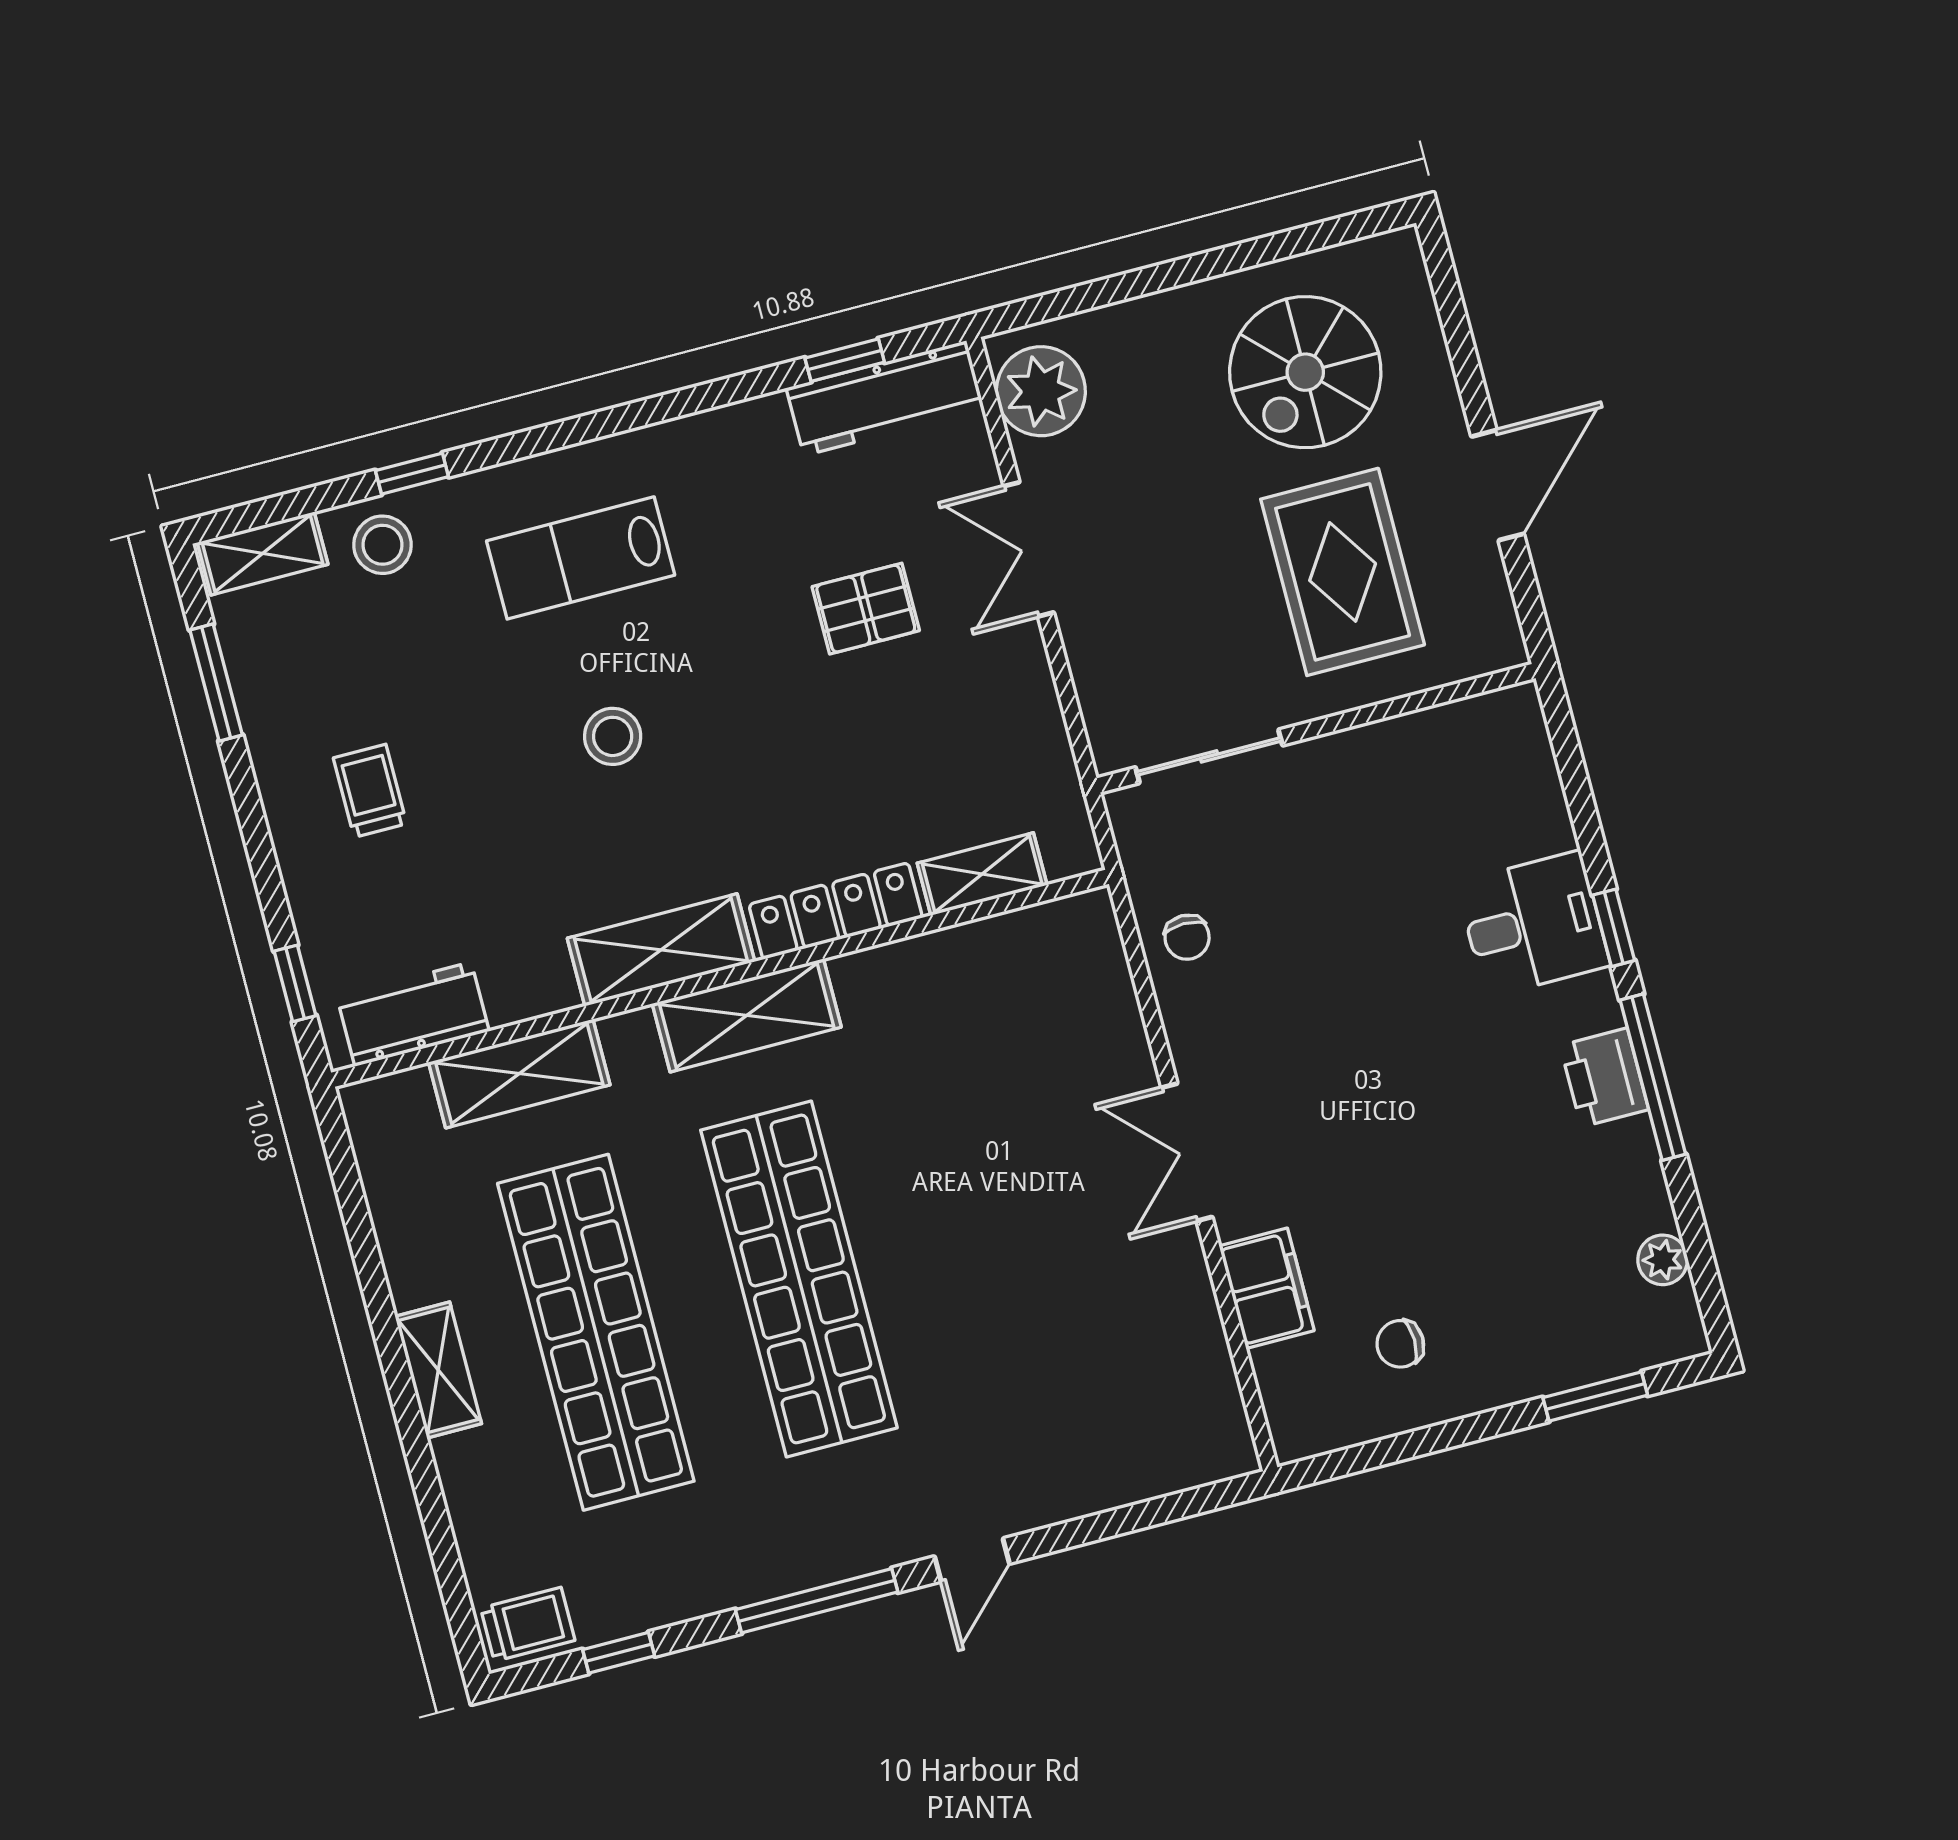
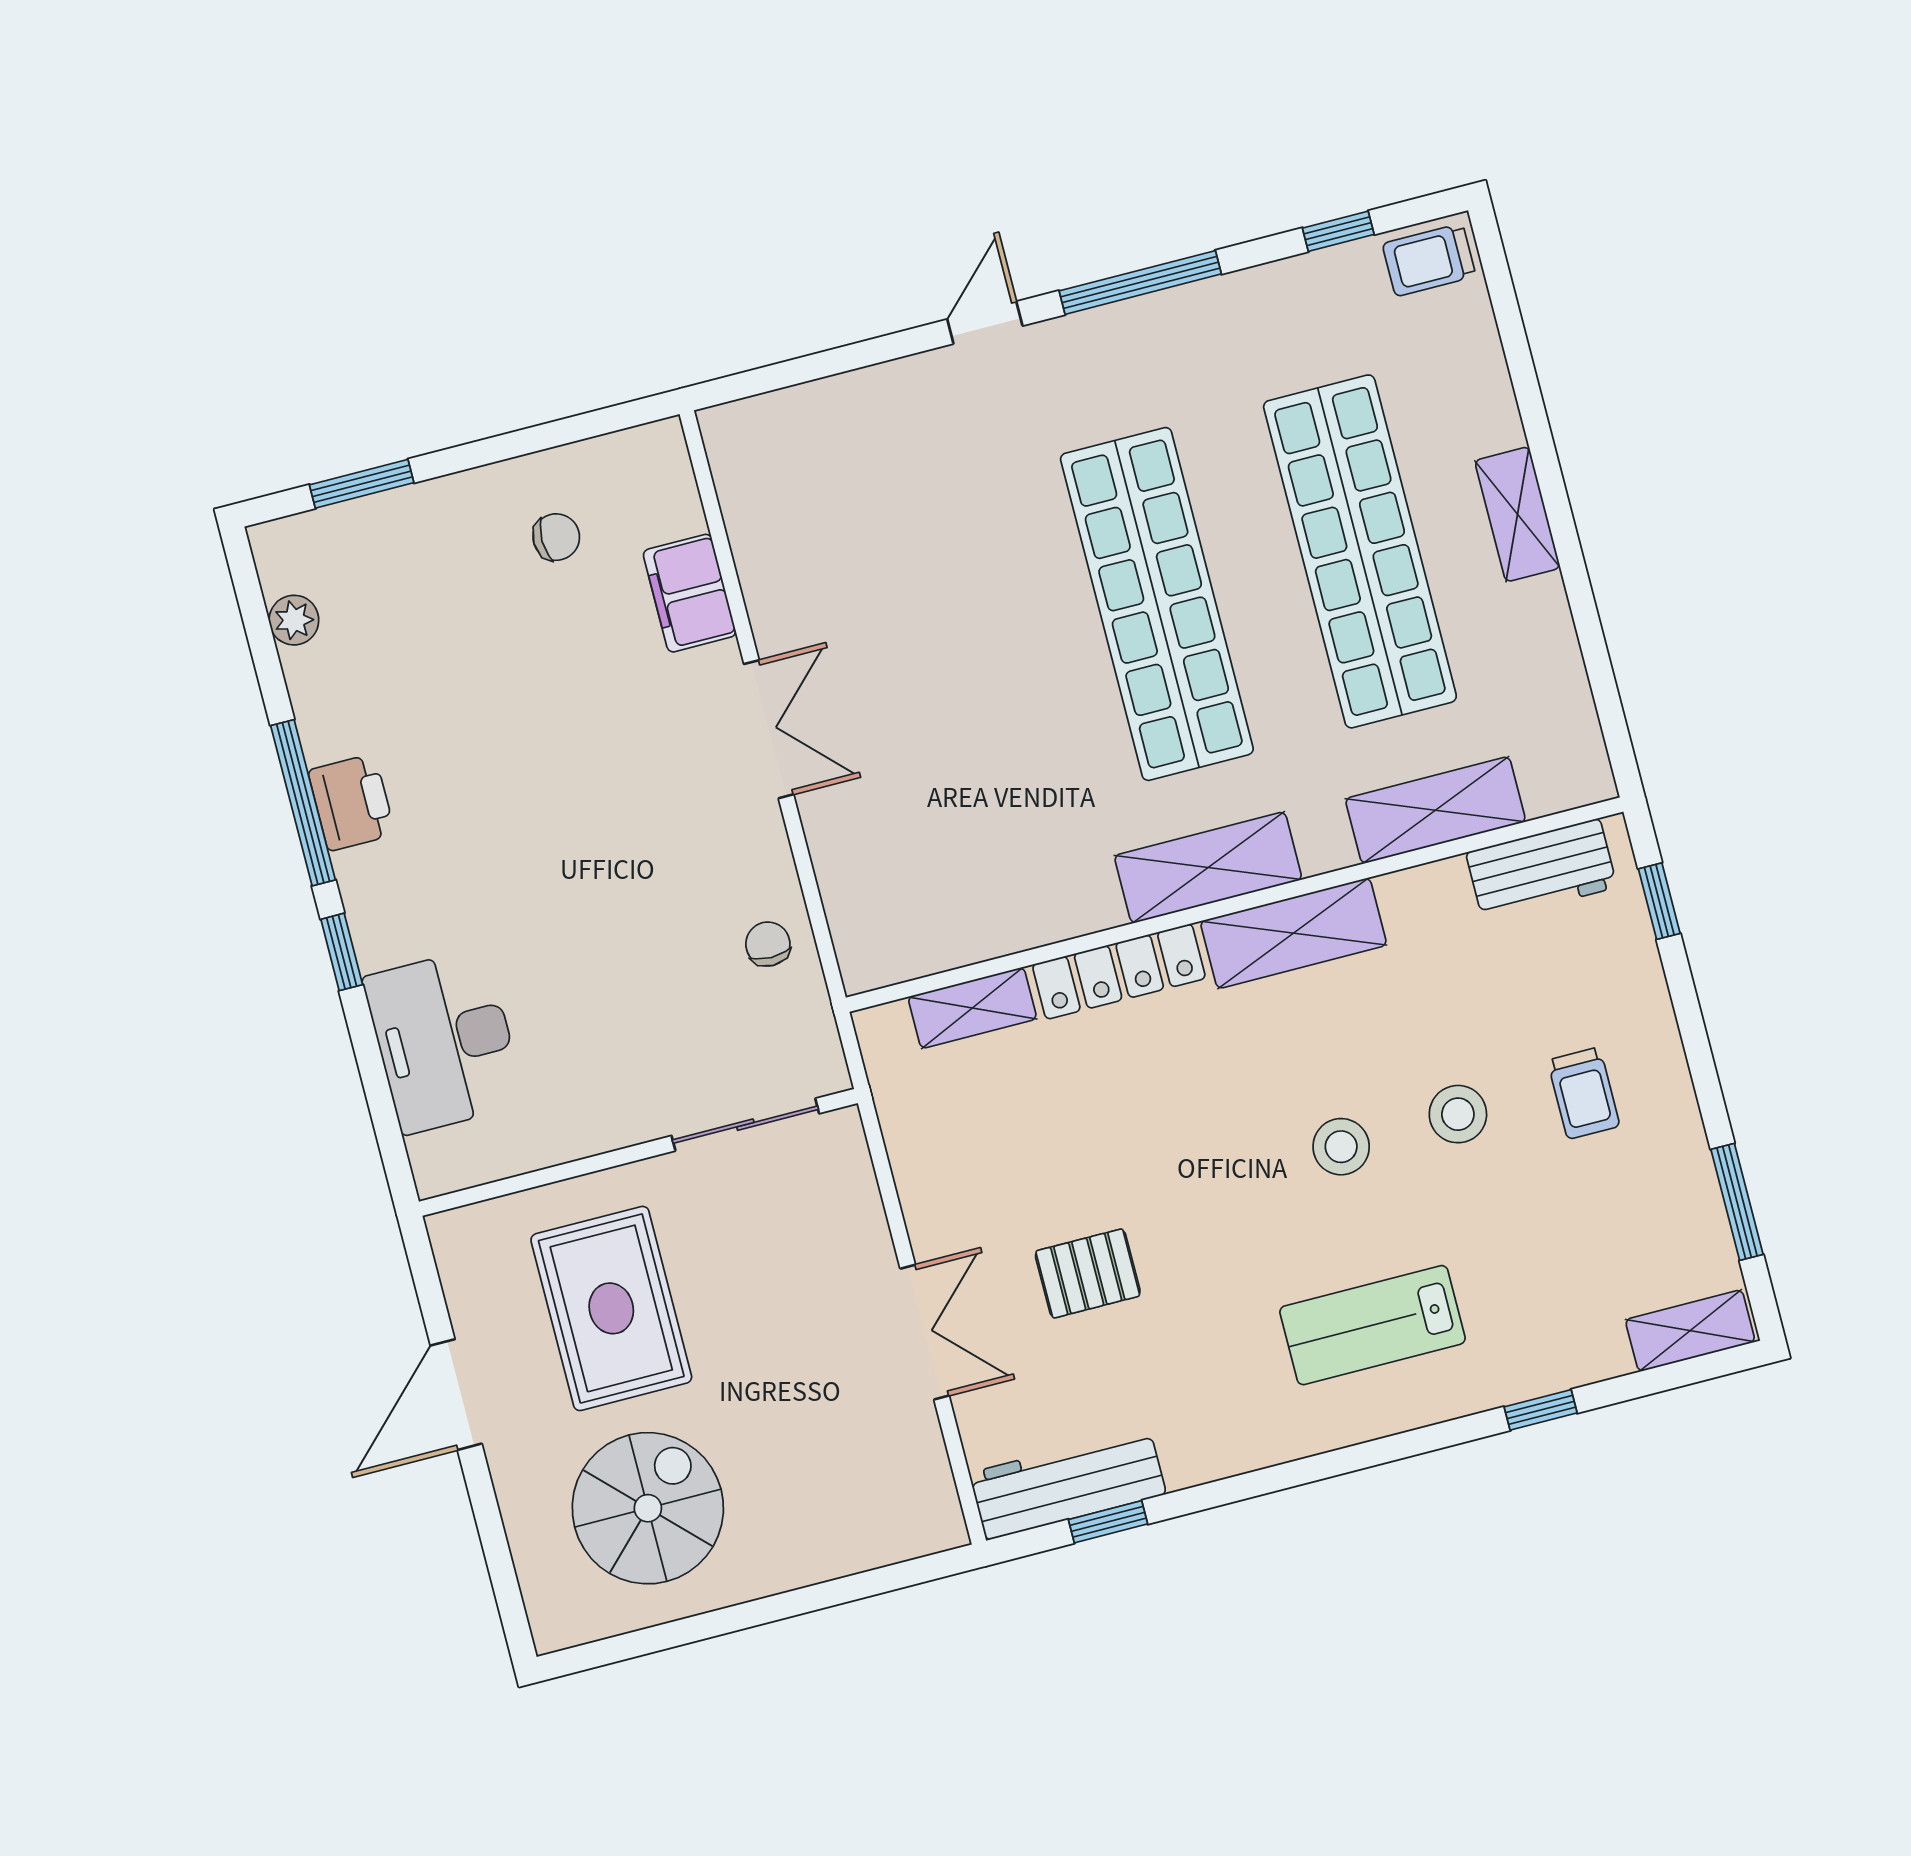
plant: (1041, 391) -> (912, 1490), removed
stool: (382, 545) -> (1458, 1114), moved
lab bench: (581, 558) -> (1372, 1325), turned 180
desk: (1533, 924) -> (444, 1041), moved, width x1.37

